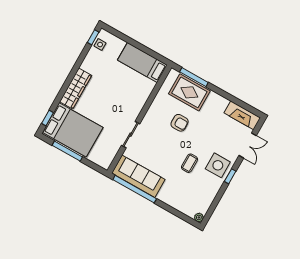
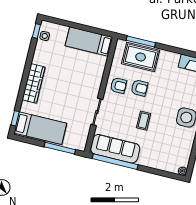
armchair: (159, 115) -> (118, 86), added
bed: (73, 130) -> (40, 128), width x0.67
window: (67, 151) -> (60, 148), moved
coffee table: (189, 163) -> (144, 121), moved

